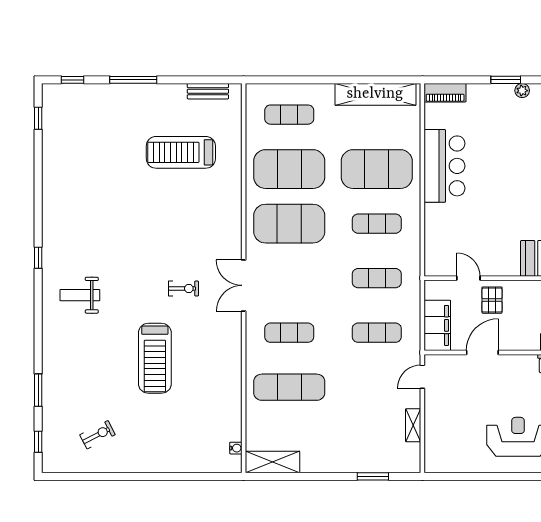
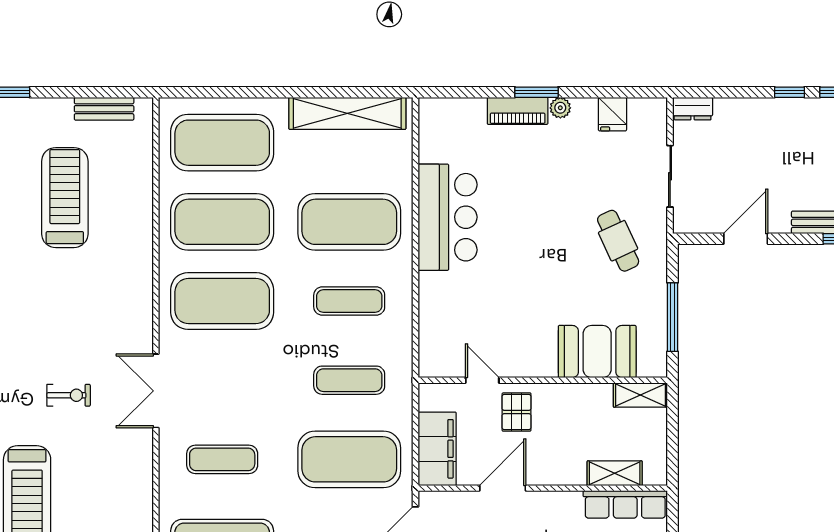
piano: (445, 93) -> (518, 111), moved
exercise mat: (289, 115) -> (222, 143), width x2.00, depth x1.45
treadmill: (181, 152) -> (65, 198), turned 90
exercise mat: (377, 333) -> (349, 459), width x2.00, depth x1.45

